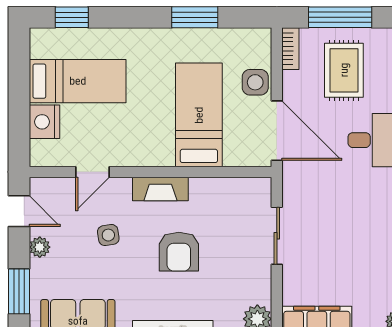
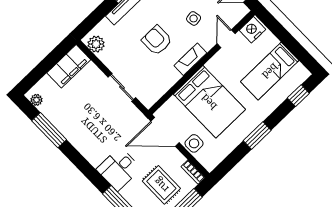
window: (195, 17) -> (257, 136), moved
bed: (199, 115) -> (209, 102), width x1.50
nightstand: (44, 122) -> (252, 30), moved, turned -90

